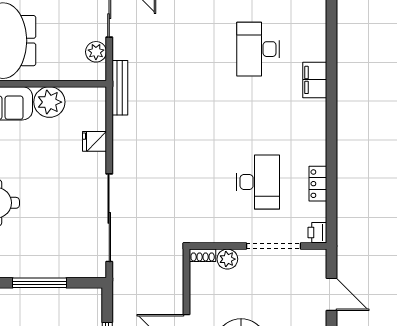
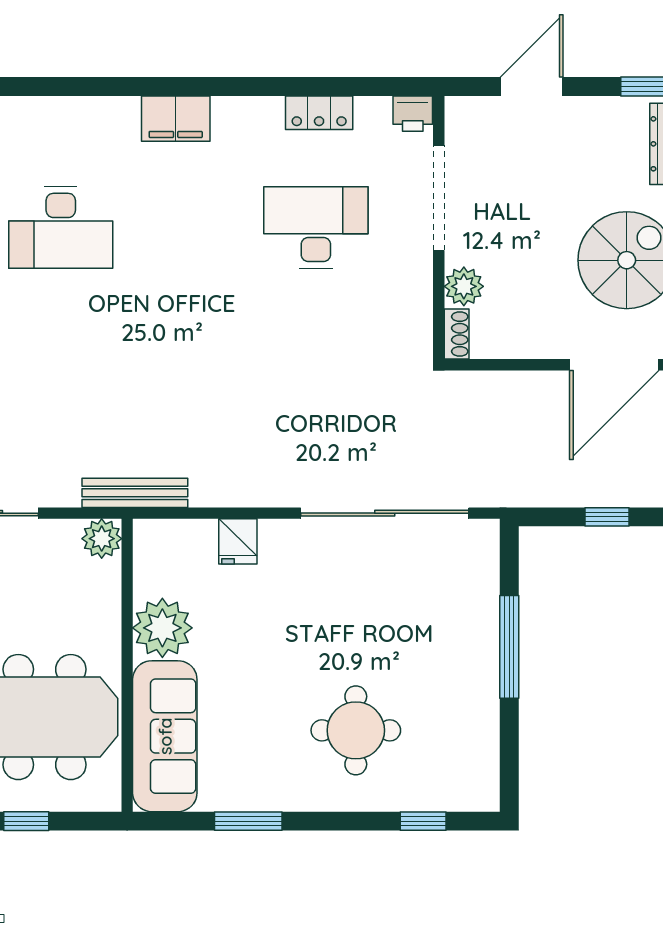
plant: (96, 52) -> (102, 539), moved
filing cabinet: (315, 80) -> (176, 119), moved

